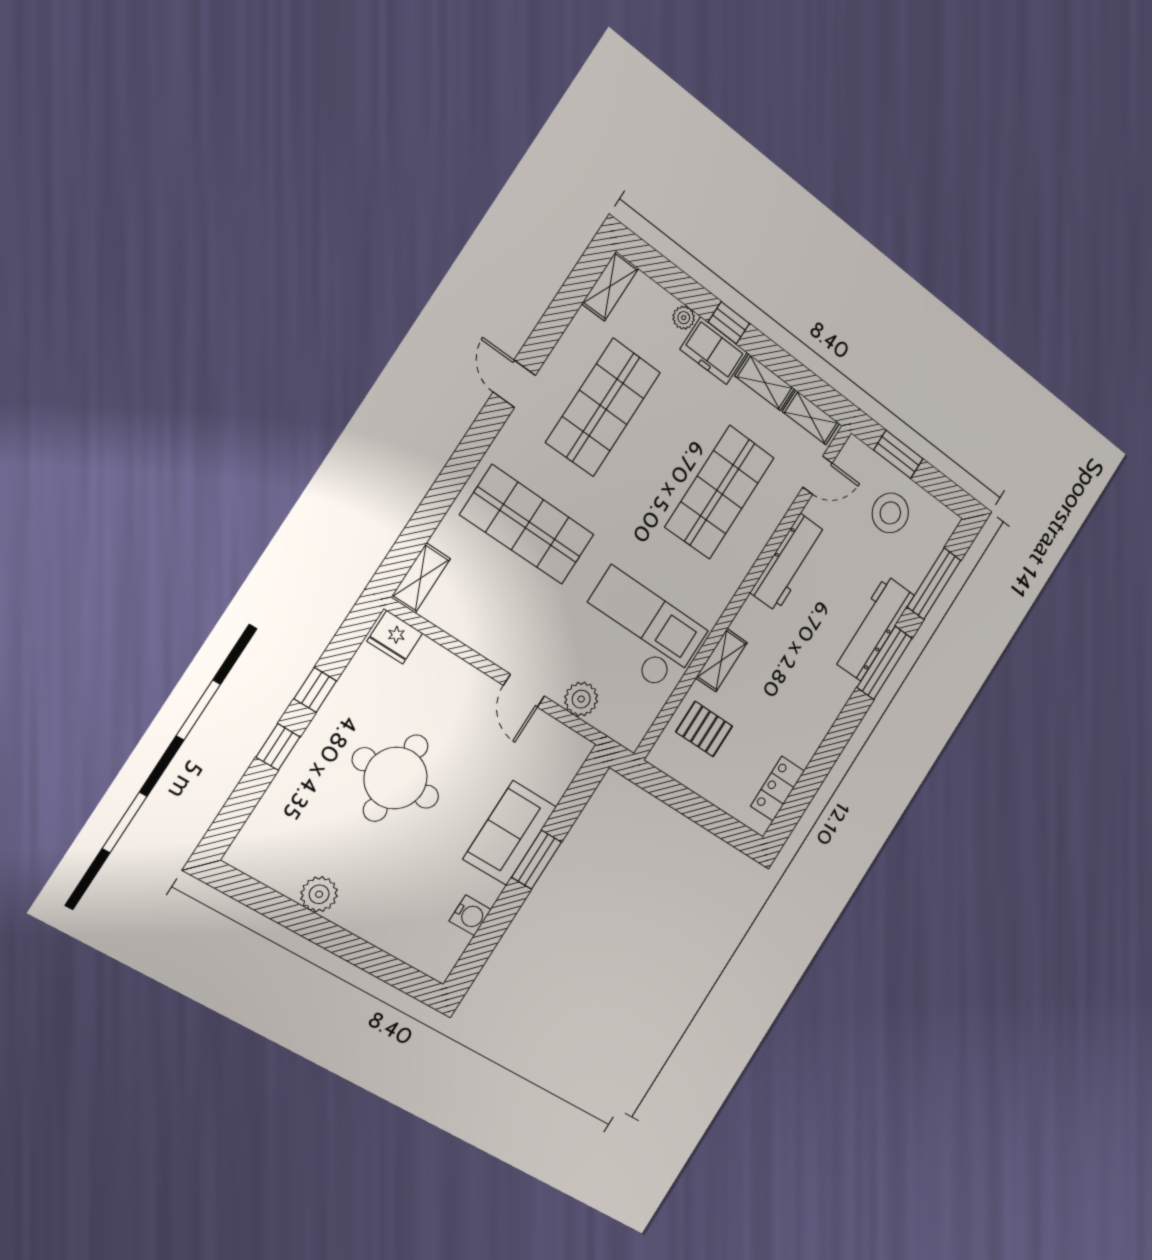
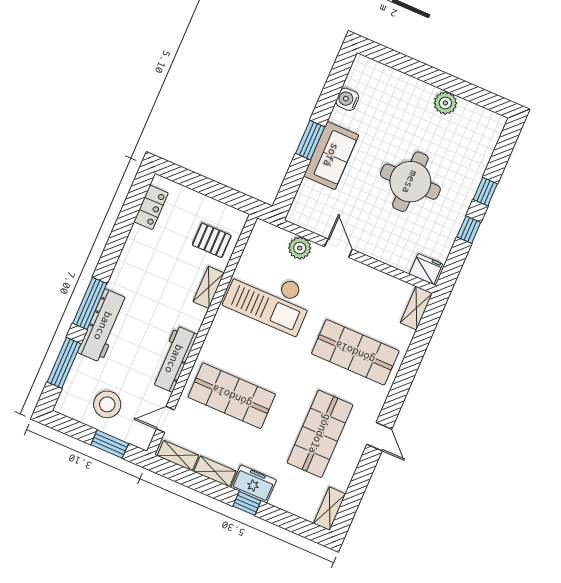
plant: (684, 318) -> (278, 500), removed
shop shelf: (720, 492) -> (232, 396), turned 90

